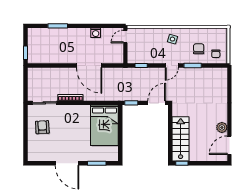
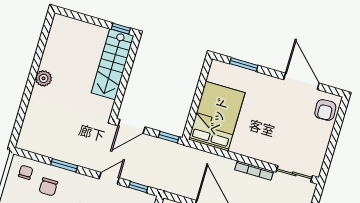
door: (172, 65) -> (109, 178), moved
armchair: (42, 127) -> (325, 110), moved
plant: (222, 127) -> (44, 78), moved
door: (229, 145) -> (45, 35), removed
door: (67, 163) -> (301, 81), moved

